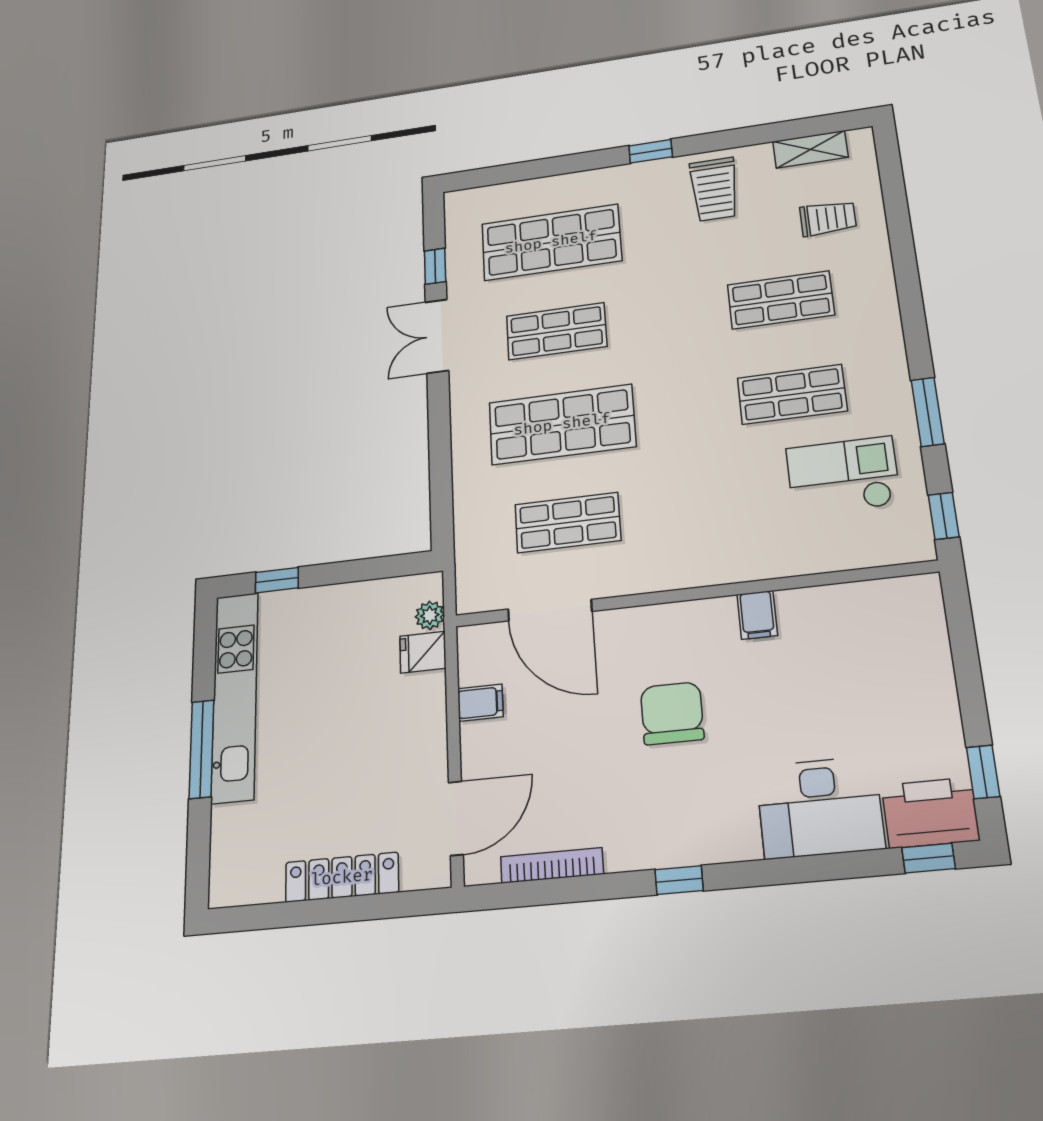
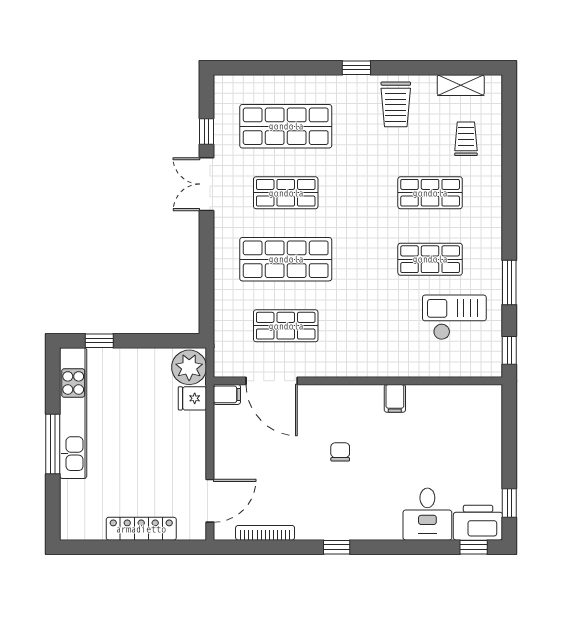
trolley: (828, 218) -> (466, 139), turned -90
plant: (430, 615) -> (189, 367), width x1.88, depth x1.88
filing cabinet: (480, 703) -> (227, 394), moved
chair: (672, 713) -> (340, 452), width x0.54, depth x0.54
desk: (820, 807) -> (427, 514), width x0.73

